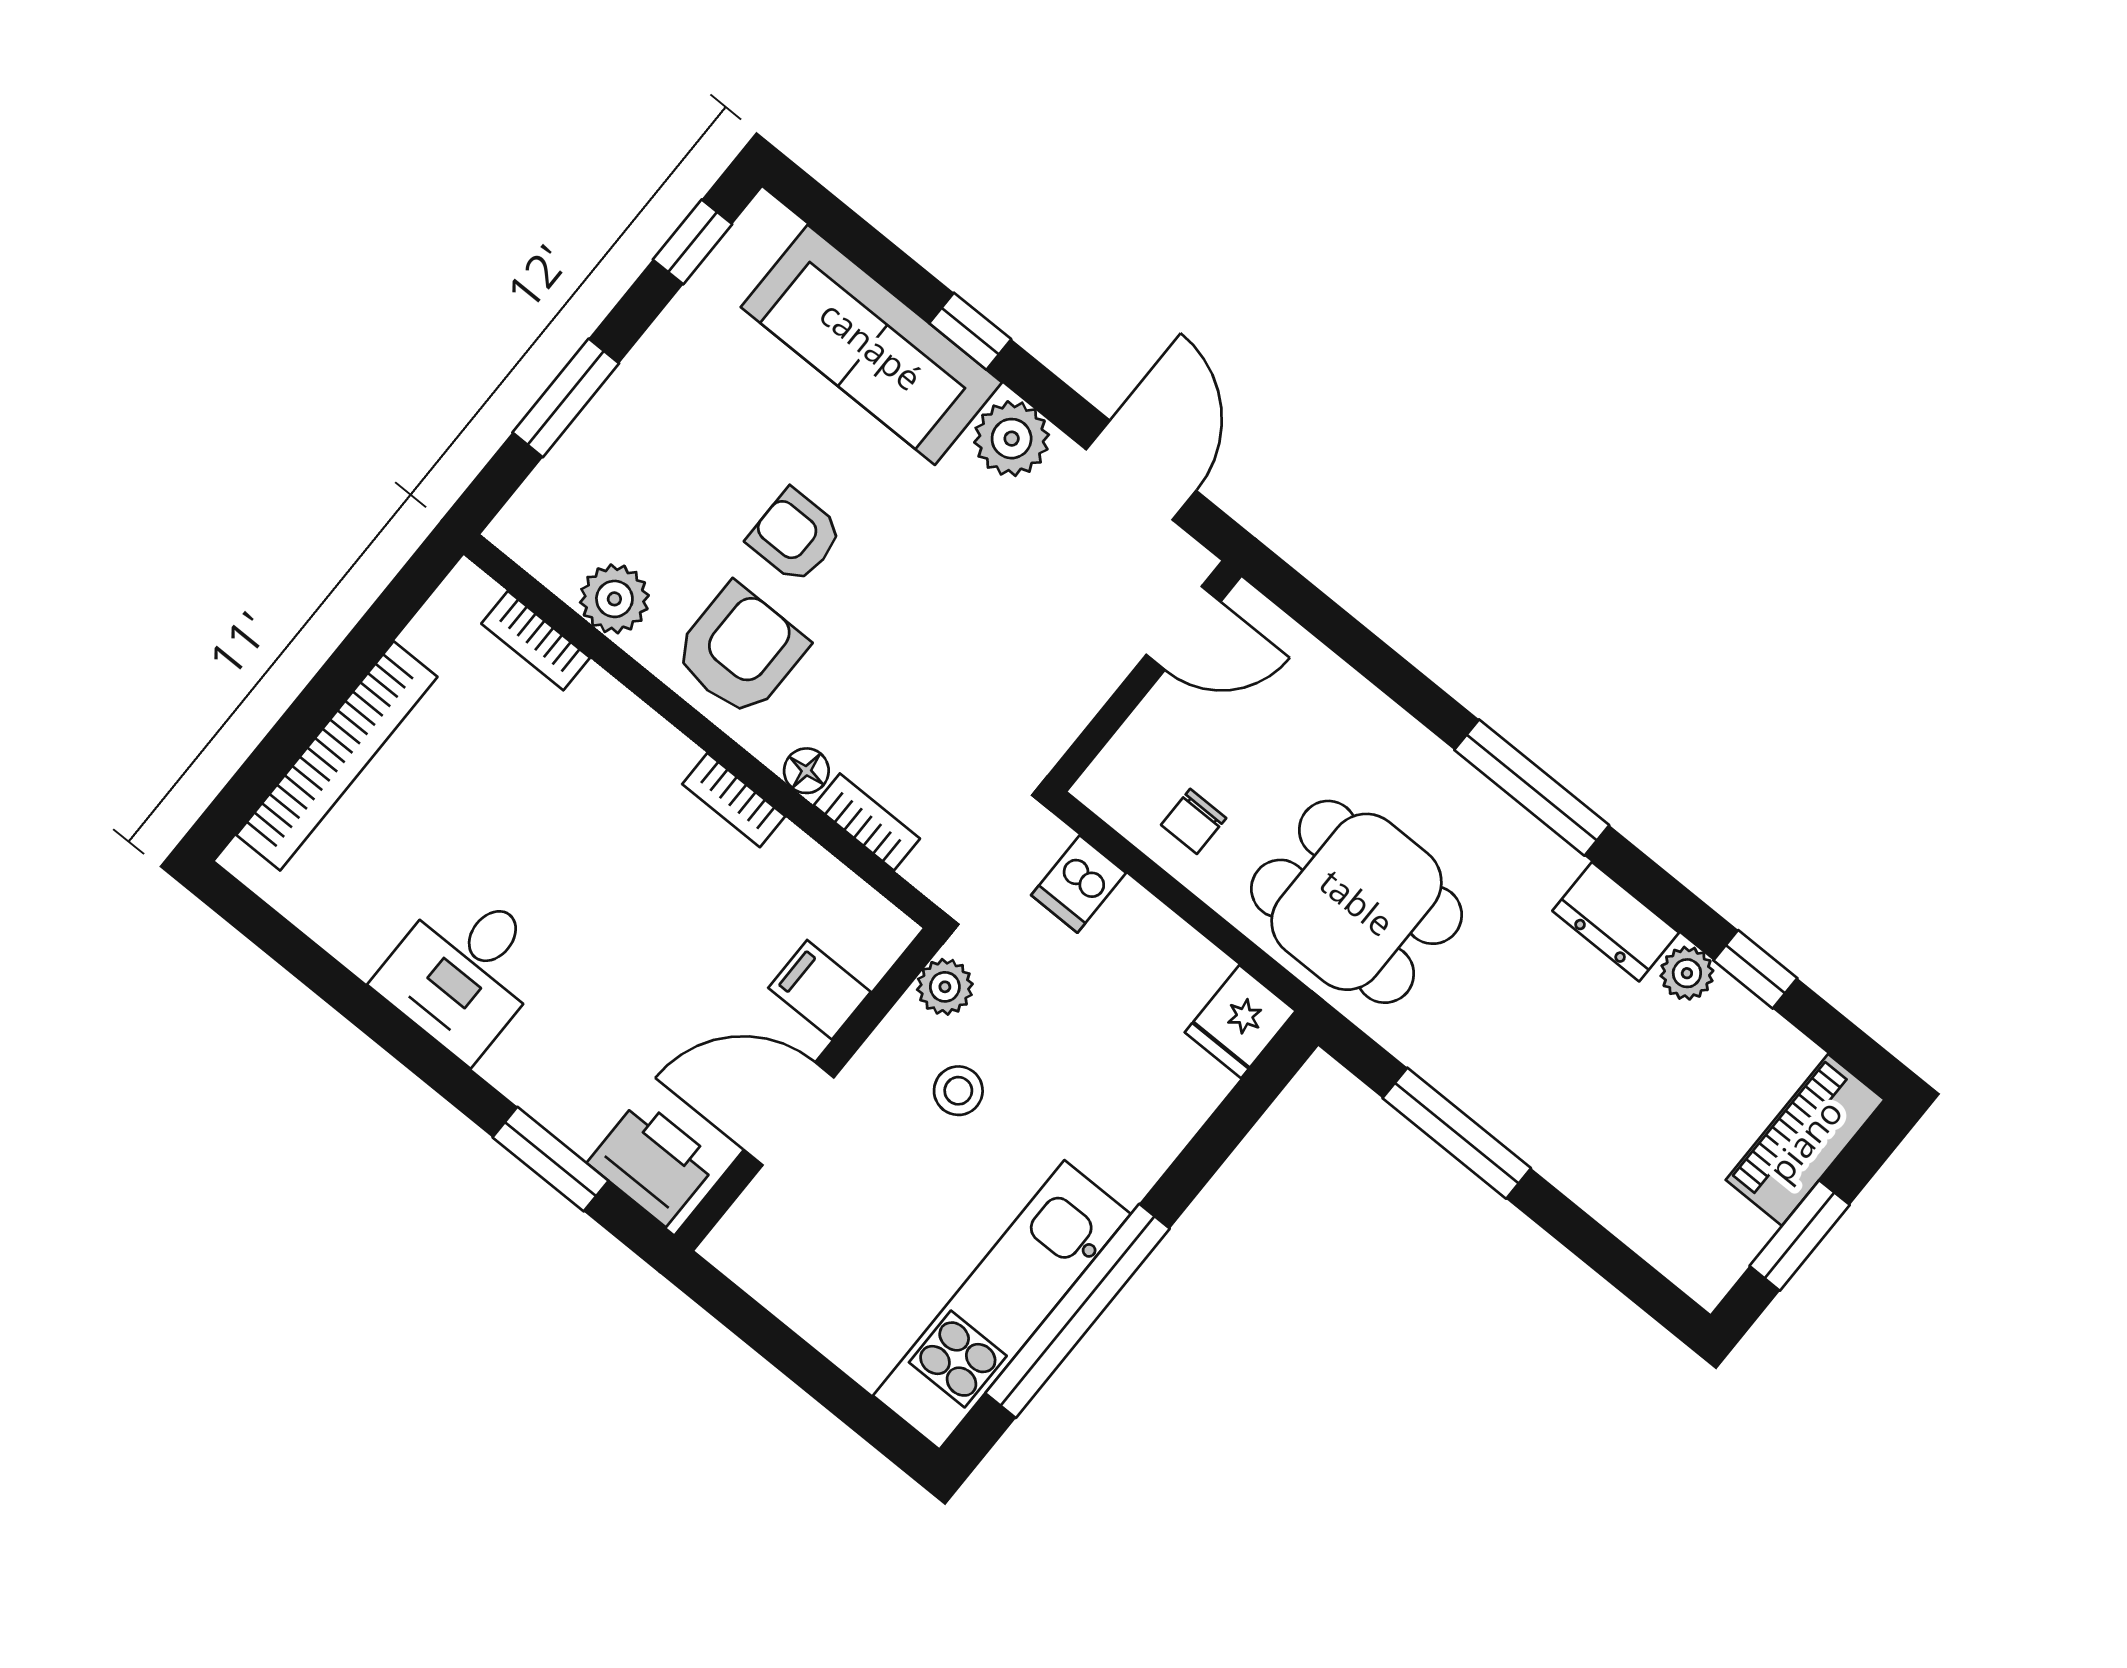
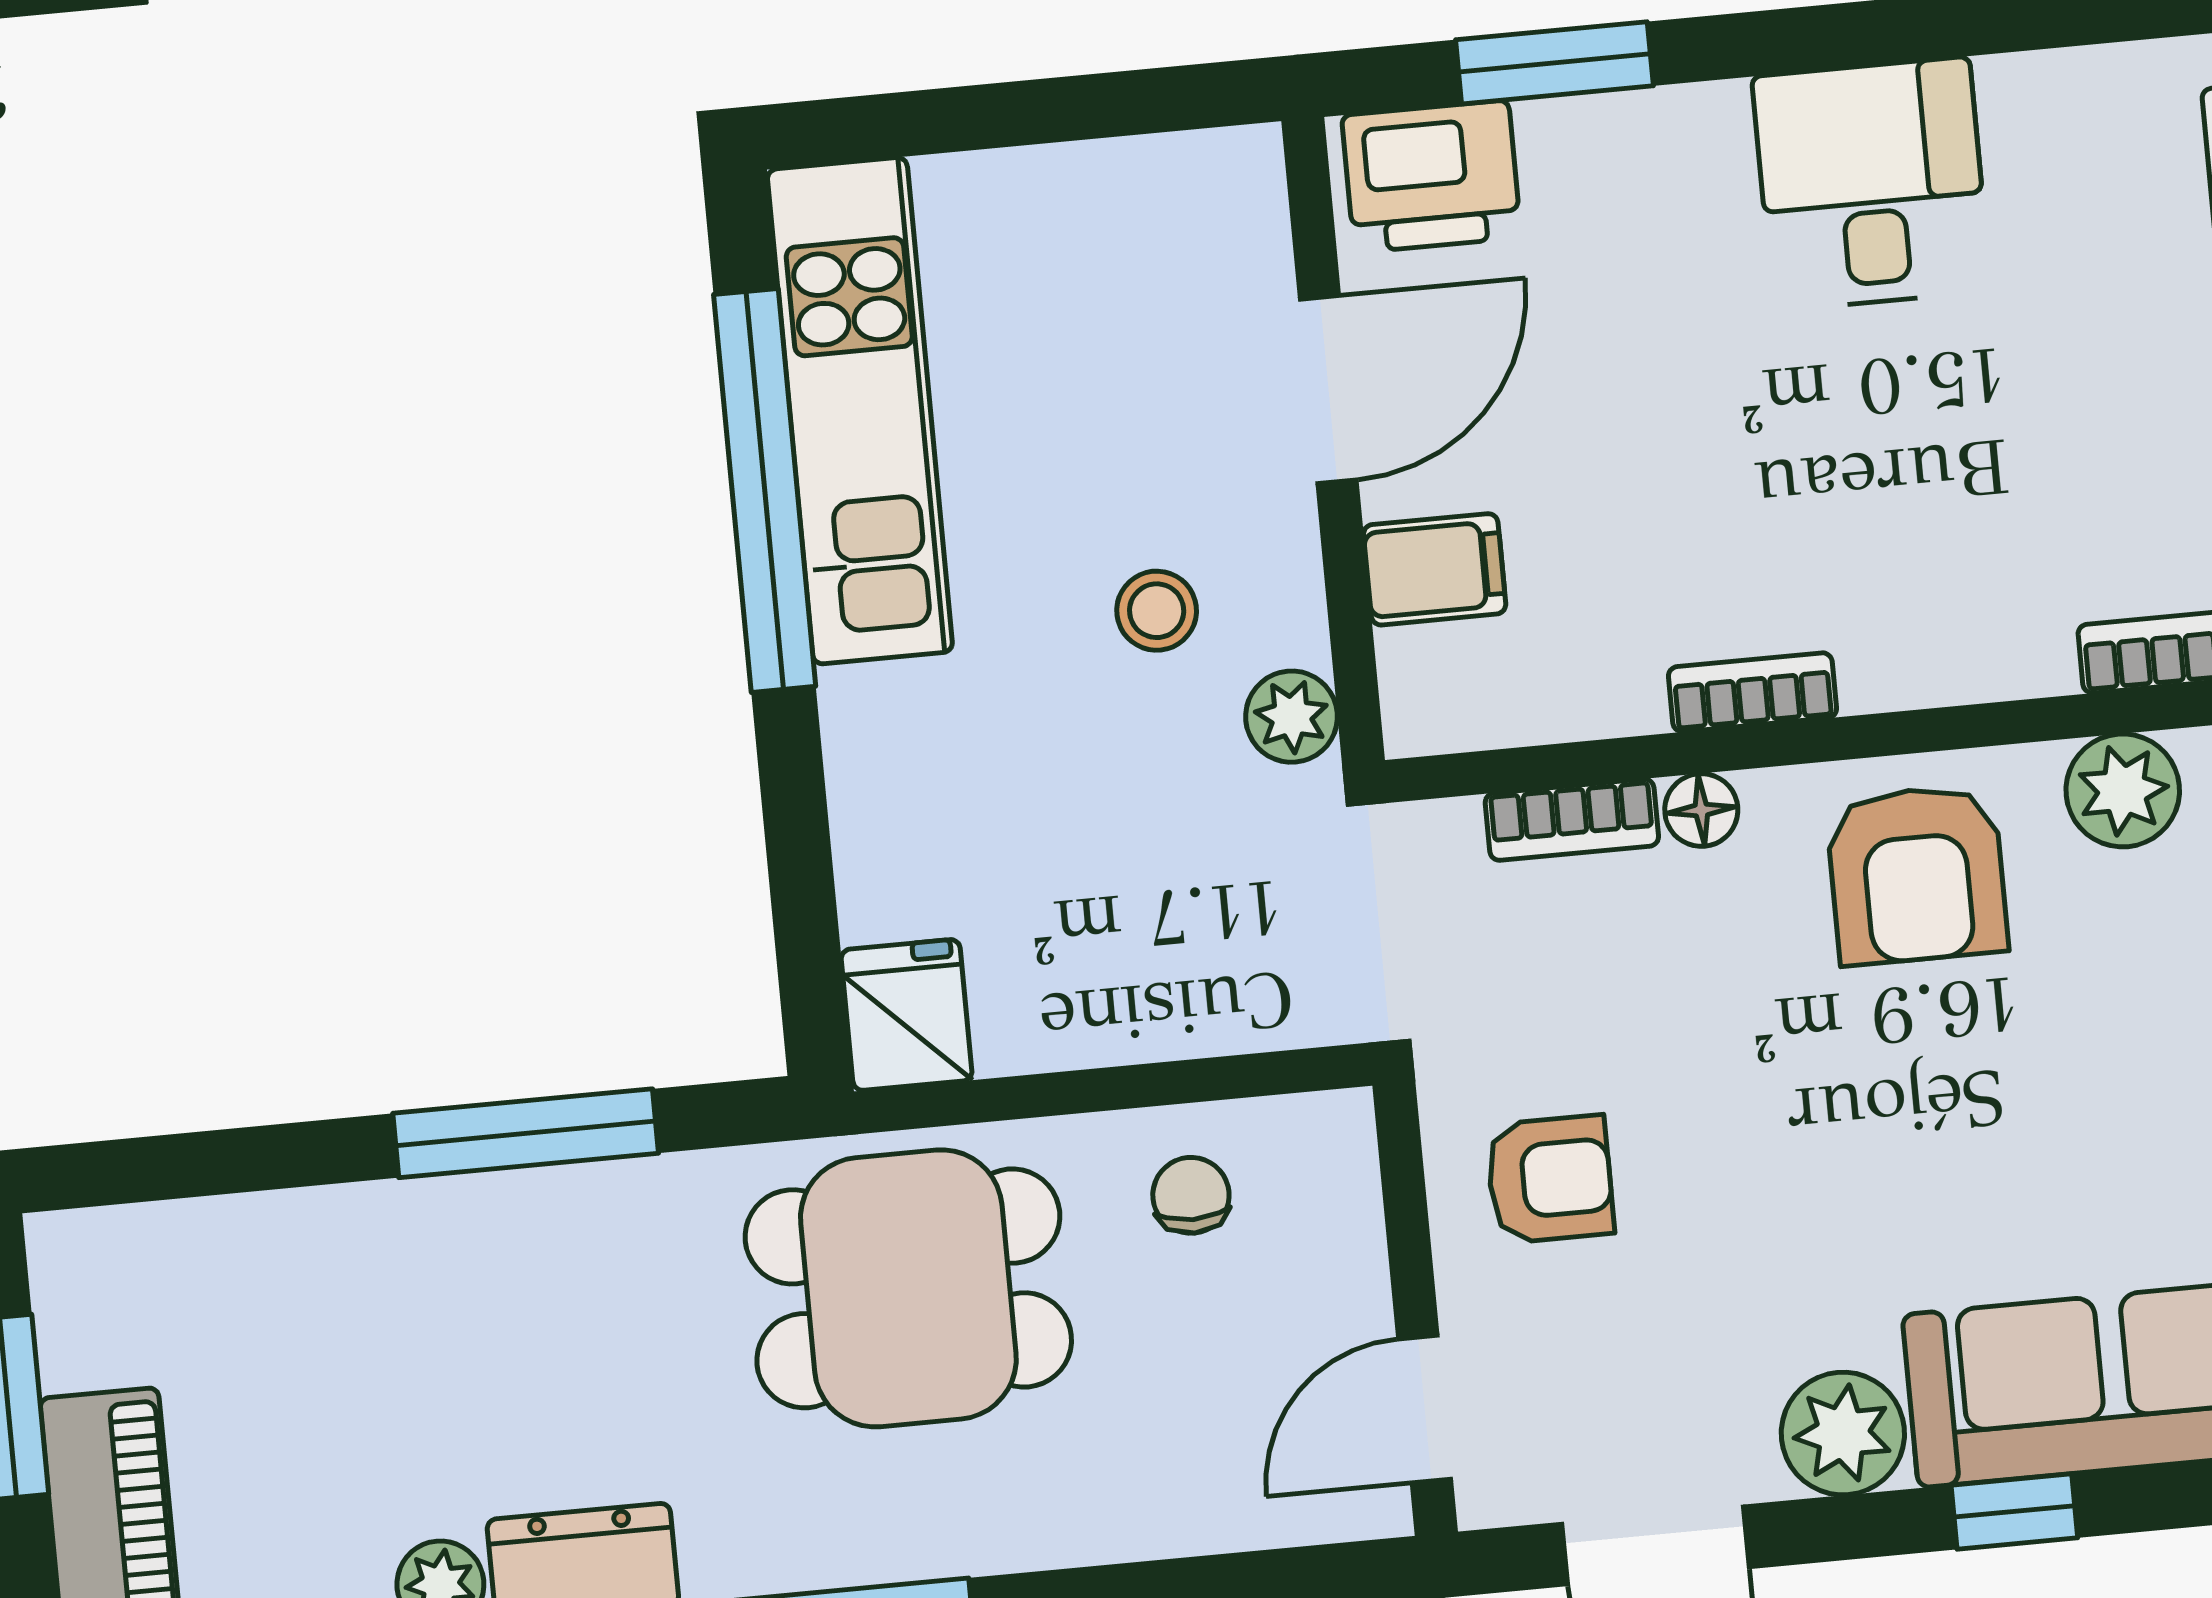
armchair: (795, 536) -> (1550, 1179), moved
dishwasher: (1079, 884) -> (1253, 990), removed

